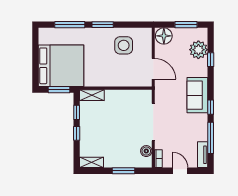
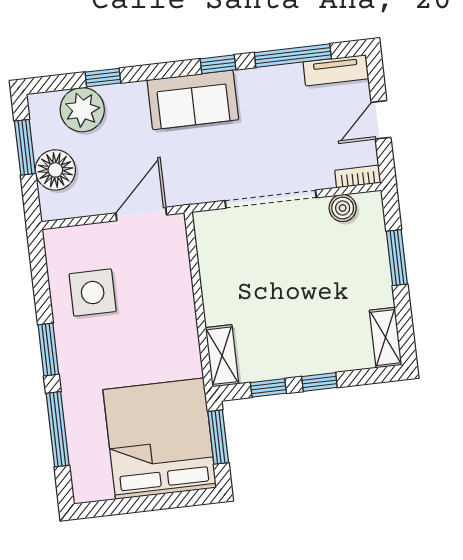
floor lamp: (164, 36) -> (55, 170), moved

